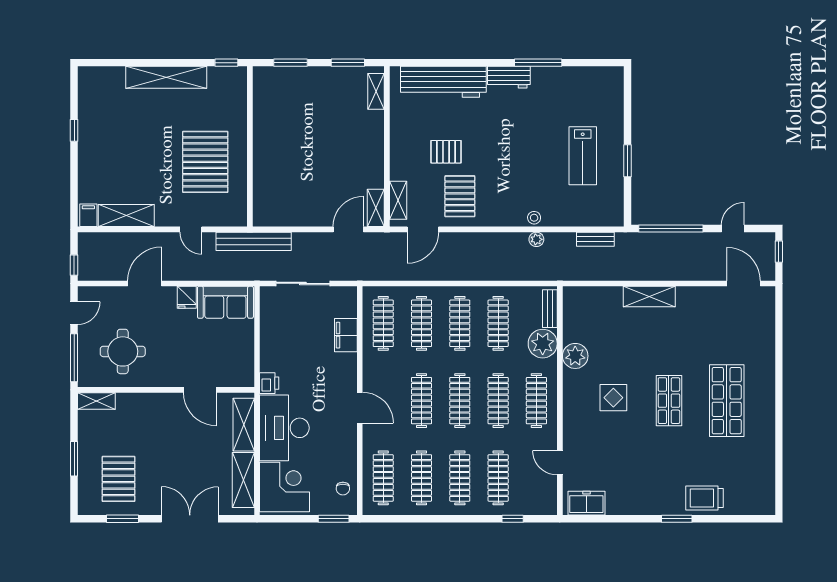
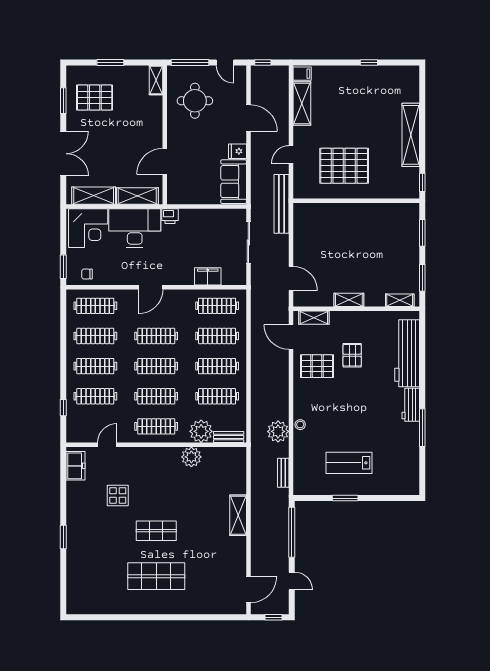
shelving: (376, 208) -> (349, 300), moved
plant: (536, 239) -> (278, 431), width x1.88, depth x1.88
display table: (613, 398) -> (118, 496), moved
trolley: (704, 498) -> (80, 559), removed

